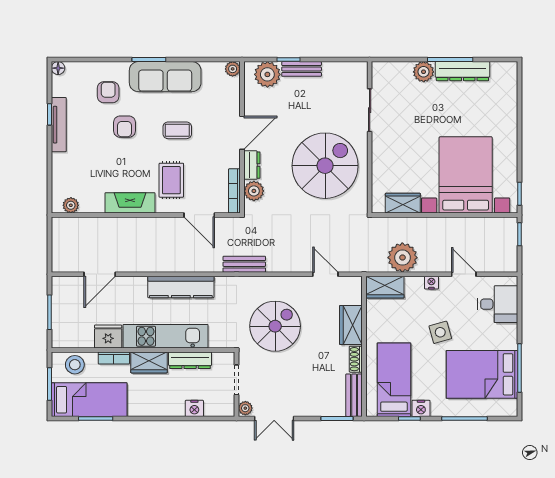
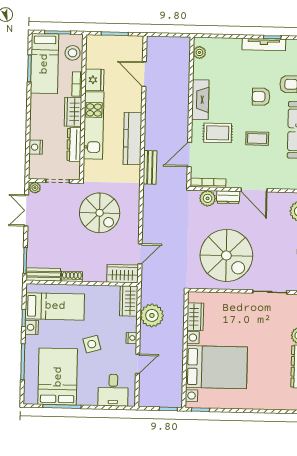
coffee table: (177, 130) -> (257, 139), turned 90
bench: (244, 264) -> (150, 167), moved
wardrobe: (351, 325) -> (123, 274), moved

